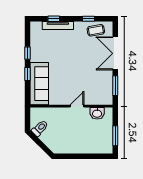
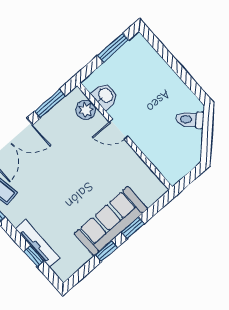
sofa: (39, 84) -> (111, 221), moved
plant: (98, 99) -> (86, 110), added
toilet: (40, 128) -> (190, 120), moved

